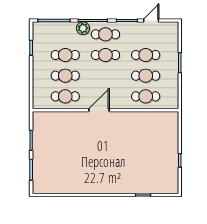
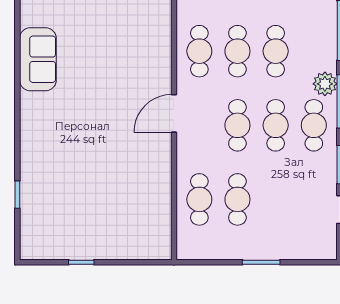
cafe table: (146, 55) -> (237, 125), moved
door: (99, 110) -> (174, 113), swing flipped
sofa: (70, 184) -> (38, 59), added

